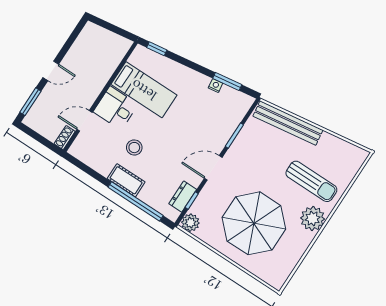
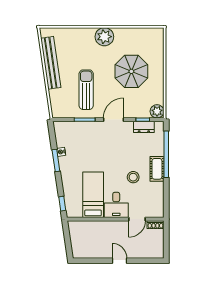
window: (227, 82) -> (56, 160), moved
window: (30, 102) -> (147, 261), removed
door: (84, 121) -> (137, 219), hinge flipped
bench: (288, 123) -> (51, 63), moved
door: (213, 168) -> (113, 120), swing flipped
sun lounger: (311, 181) -> (86, 90), moved
parasol: (254, 223) -> (131, 71), width x0.73, depth x0.73

